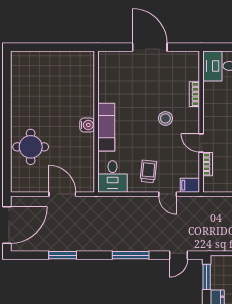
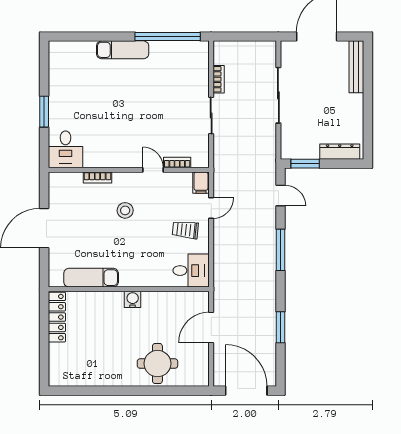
locker: (72, 58) -> (57, 317), added
exam couch: (106, 127) -> (91, 278), moved
door: (201, 143) -> (153, 170), swing flipped

